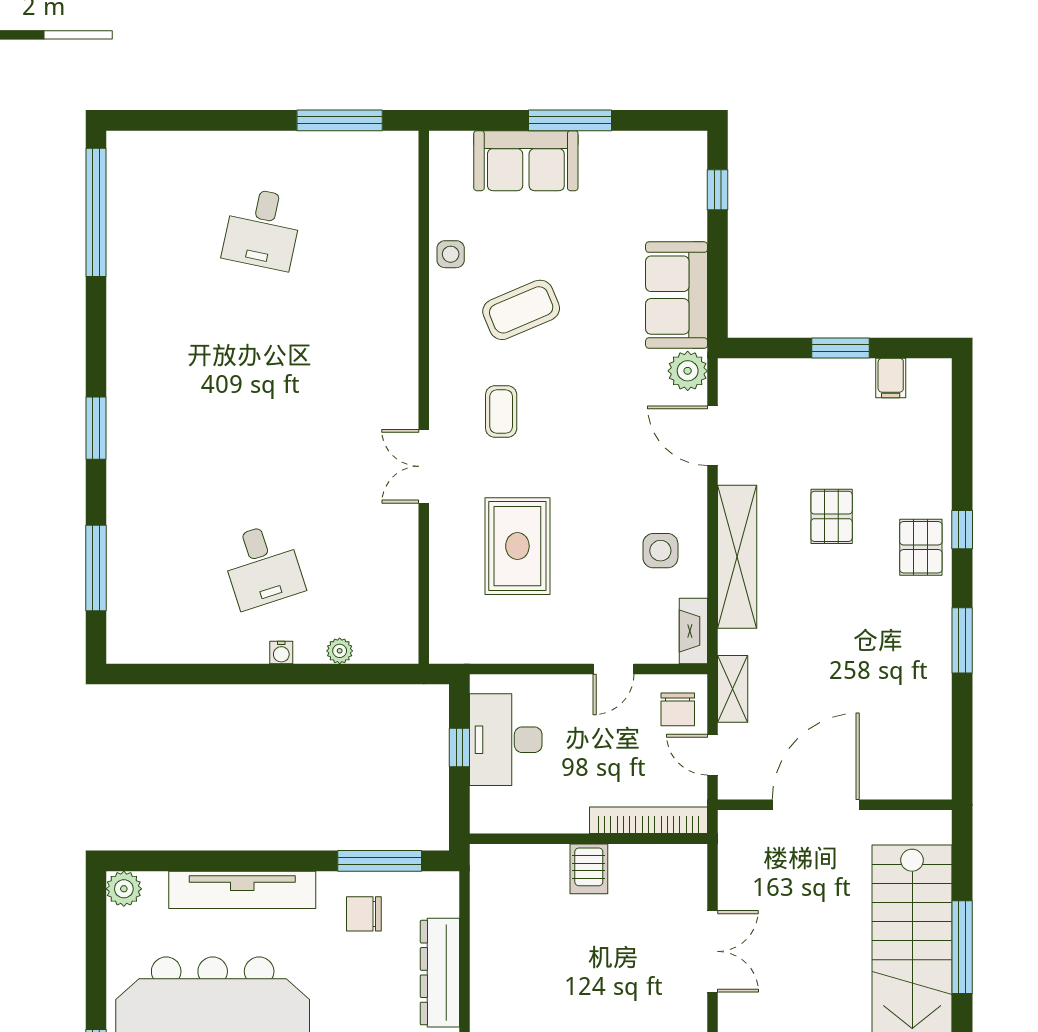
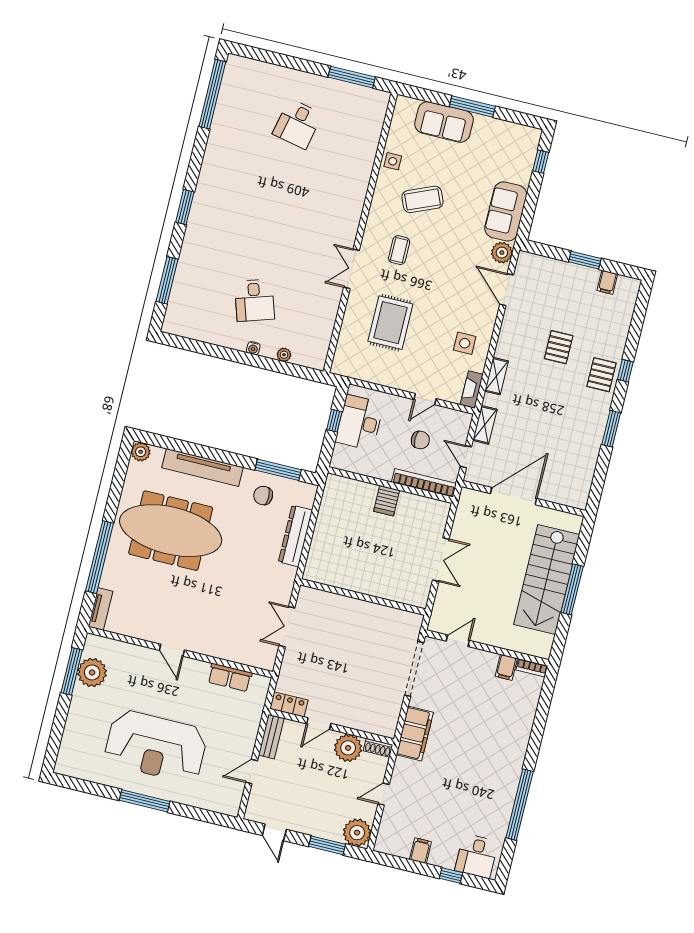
shelving: (737, 557) -> (497, 376), width x0.45, depth x0.75
chair: (678, 709) -> (420, 440), moved, turned -90

